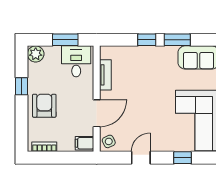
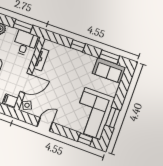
window: (177, 40) -> (109, 57), moved
window: (183, 158) -> (85, 139), moved

